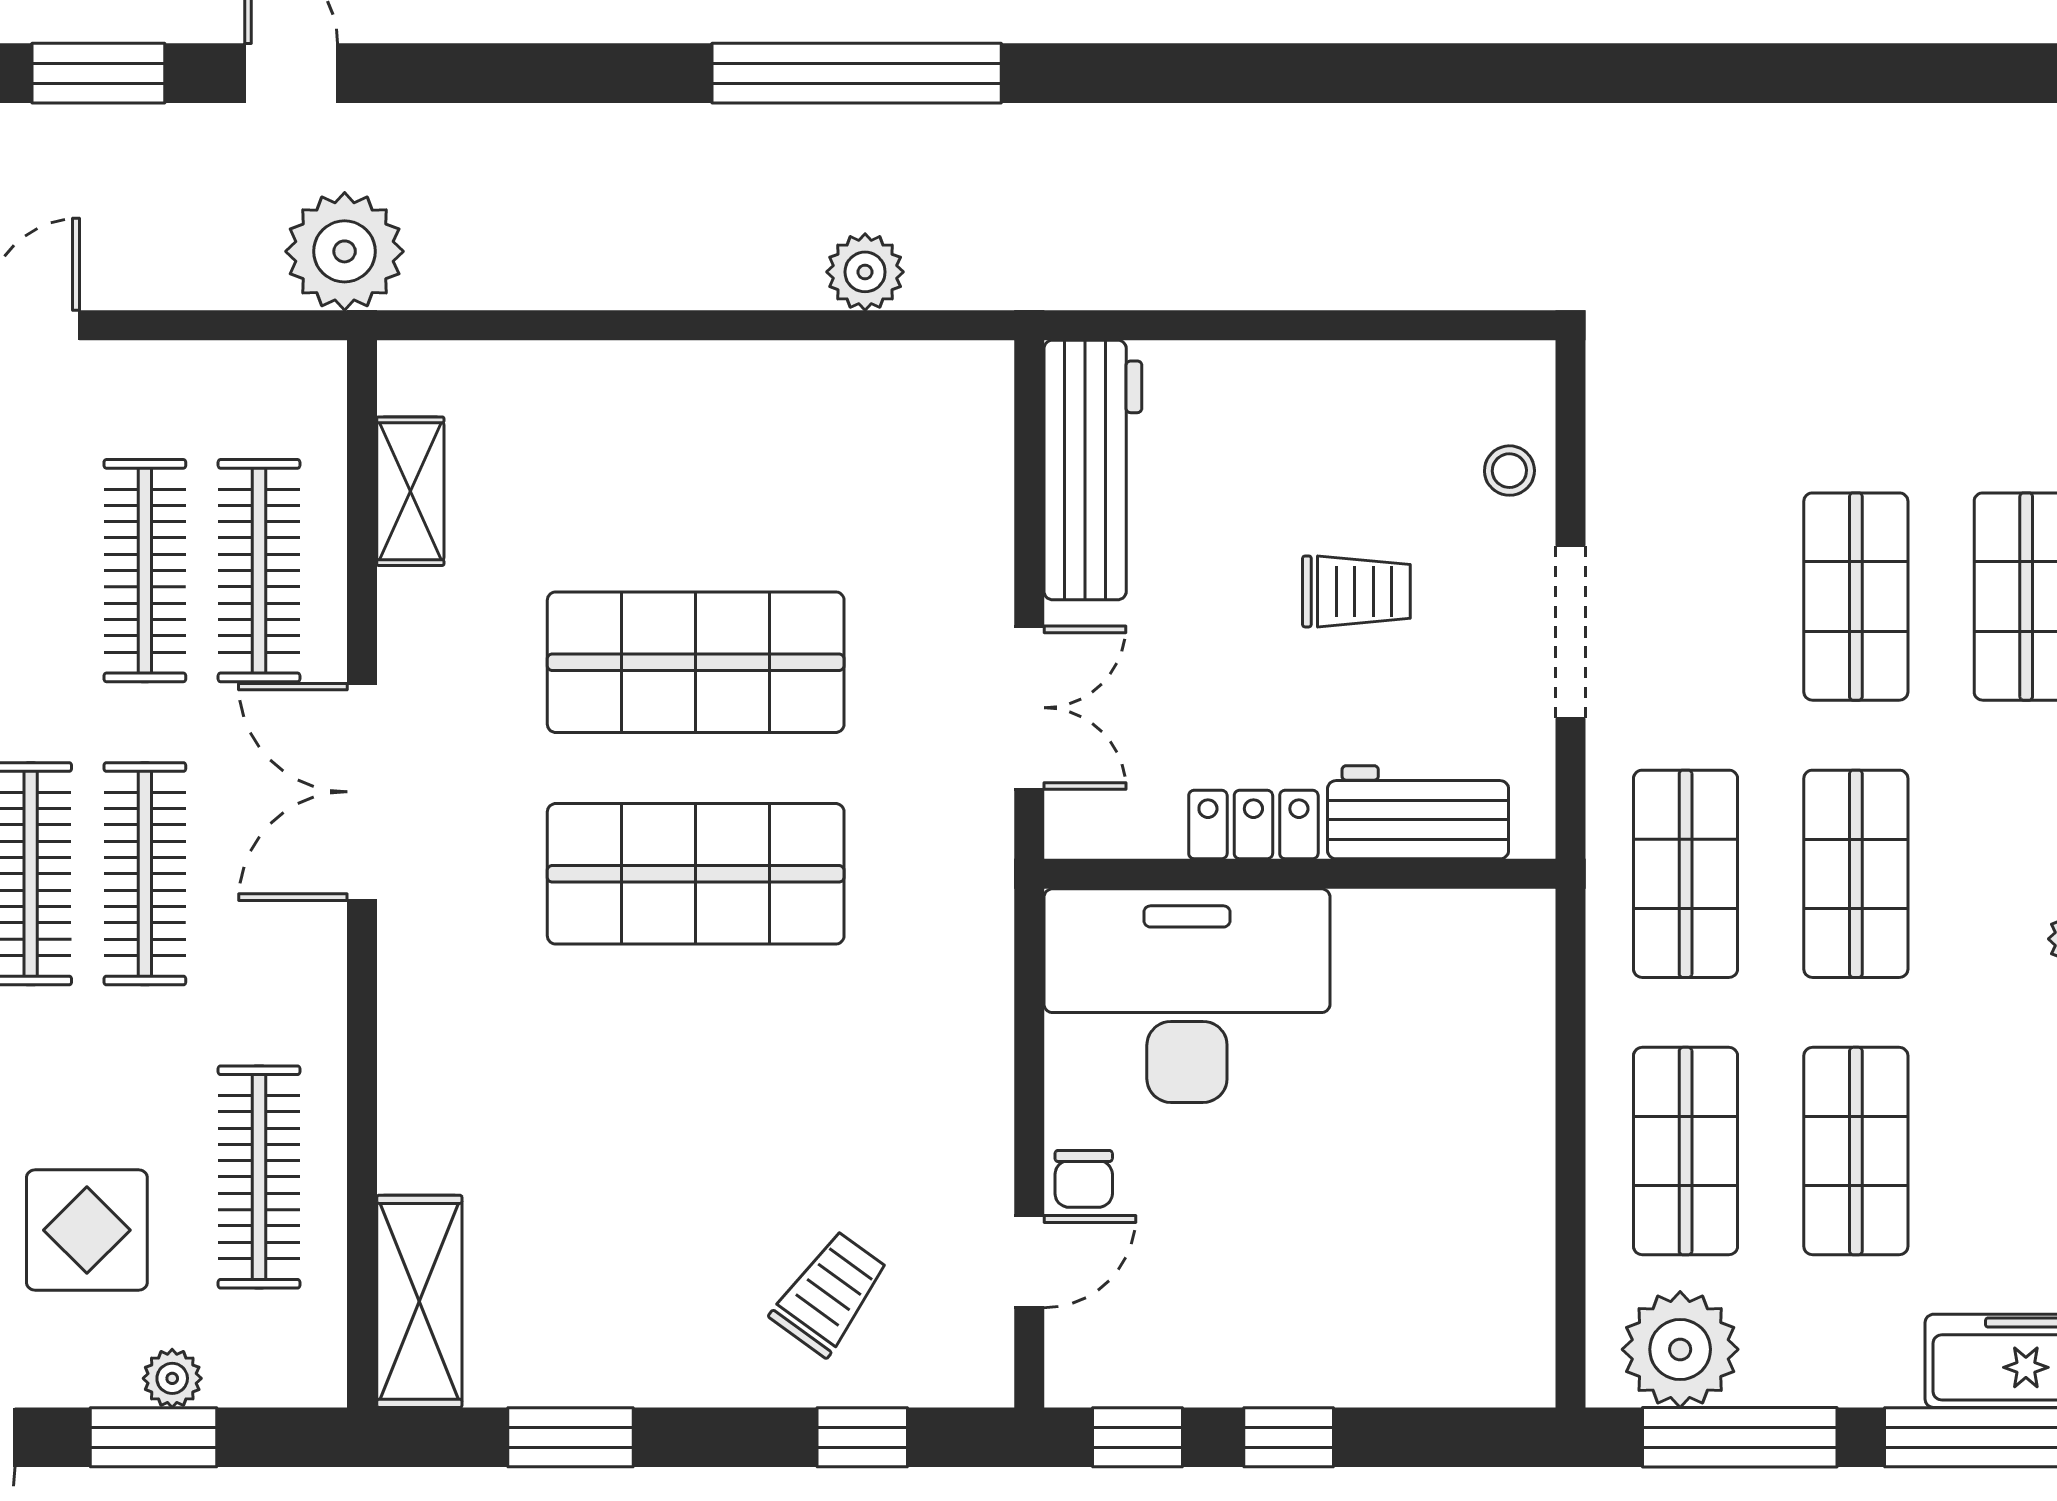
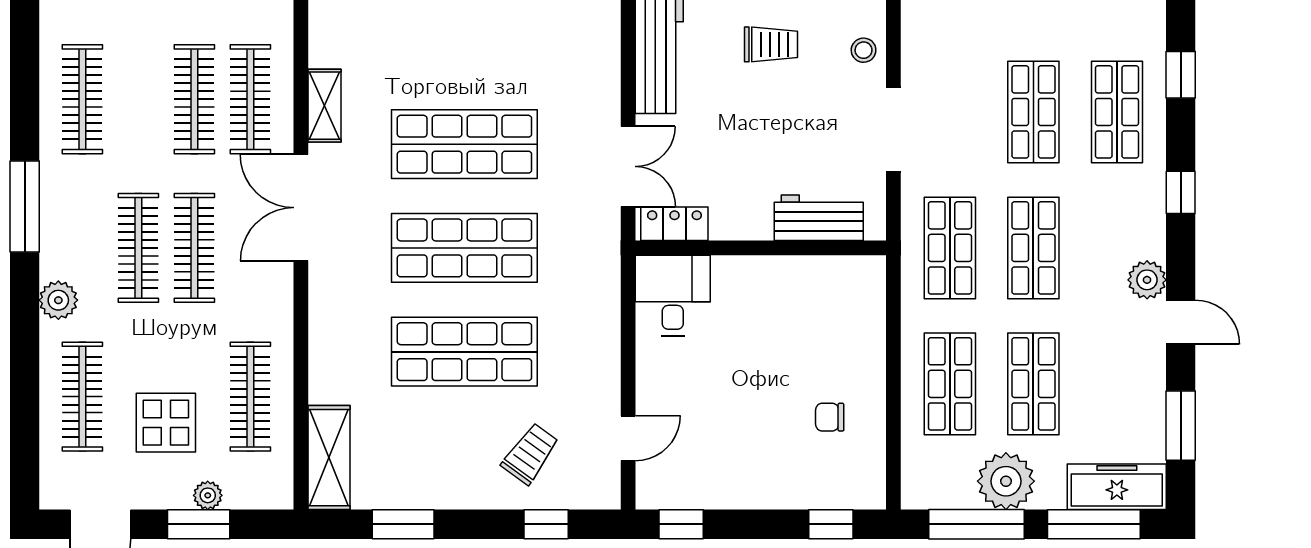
shelving: (410, 491) -> (325, 106), moved
trolley: (1356, 591) -> (771, 44), moved
locker: (1253, 825) -> (674, 224), moved
desk: (1187, 996) -> (673, 296), width x0.53, depth x0.77
shop shelf: (696, 1085) -> (464, 352), added
chair: (1084, 1179) -> (830, 417), moved, turned 90
plant: (1680, 1349) -> (1006, 481), moved
window: (1289, 1437) -> (831, 524), moved

